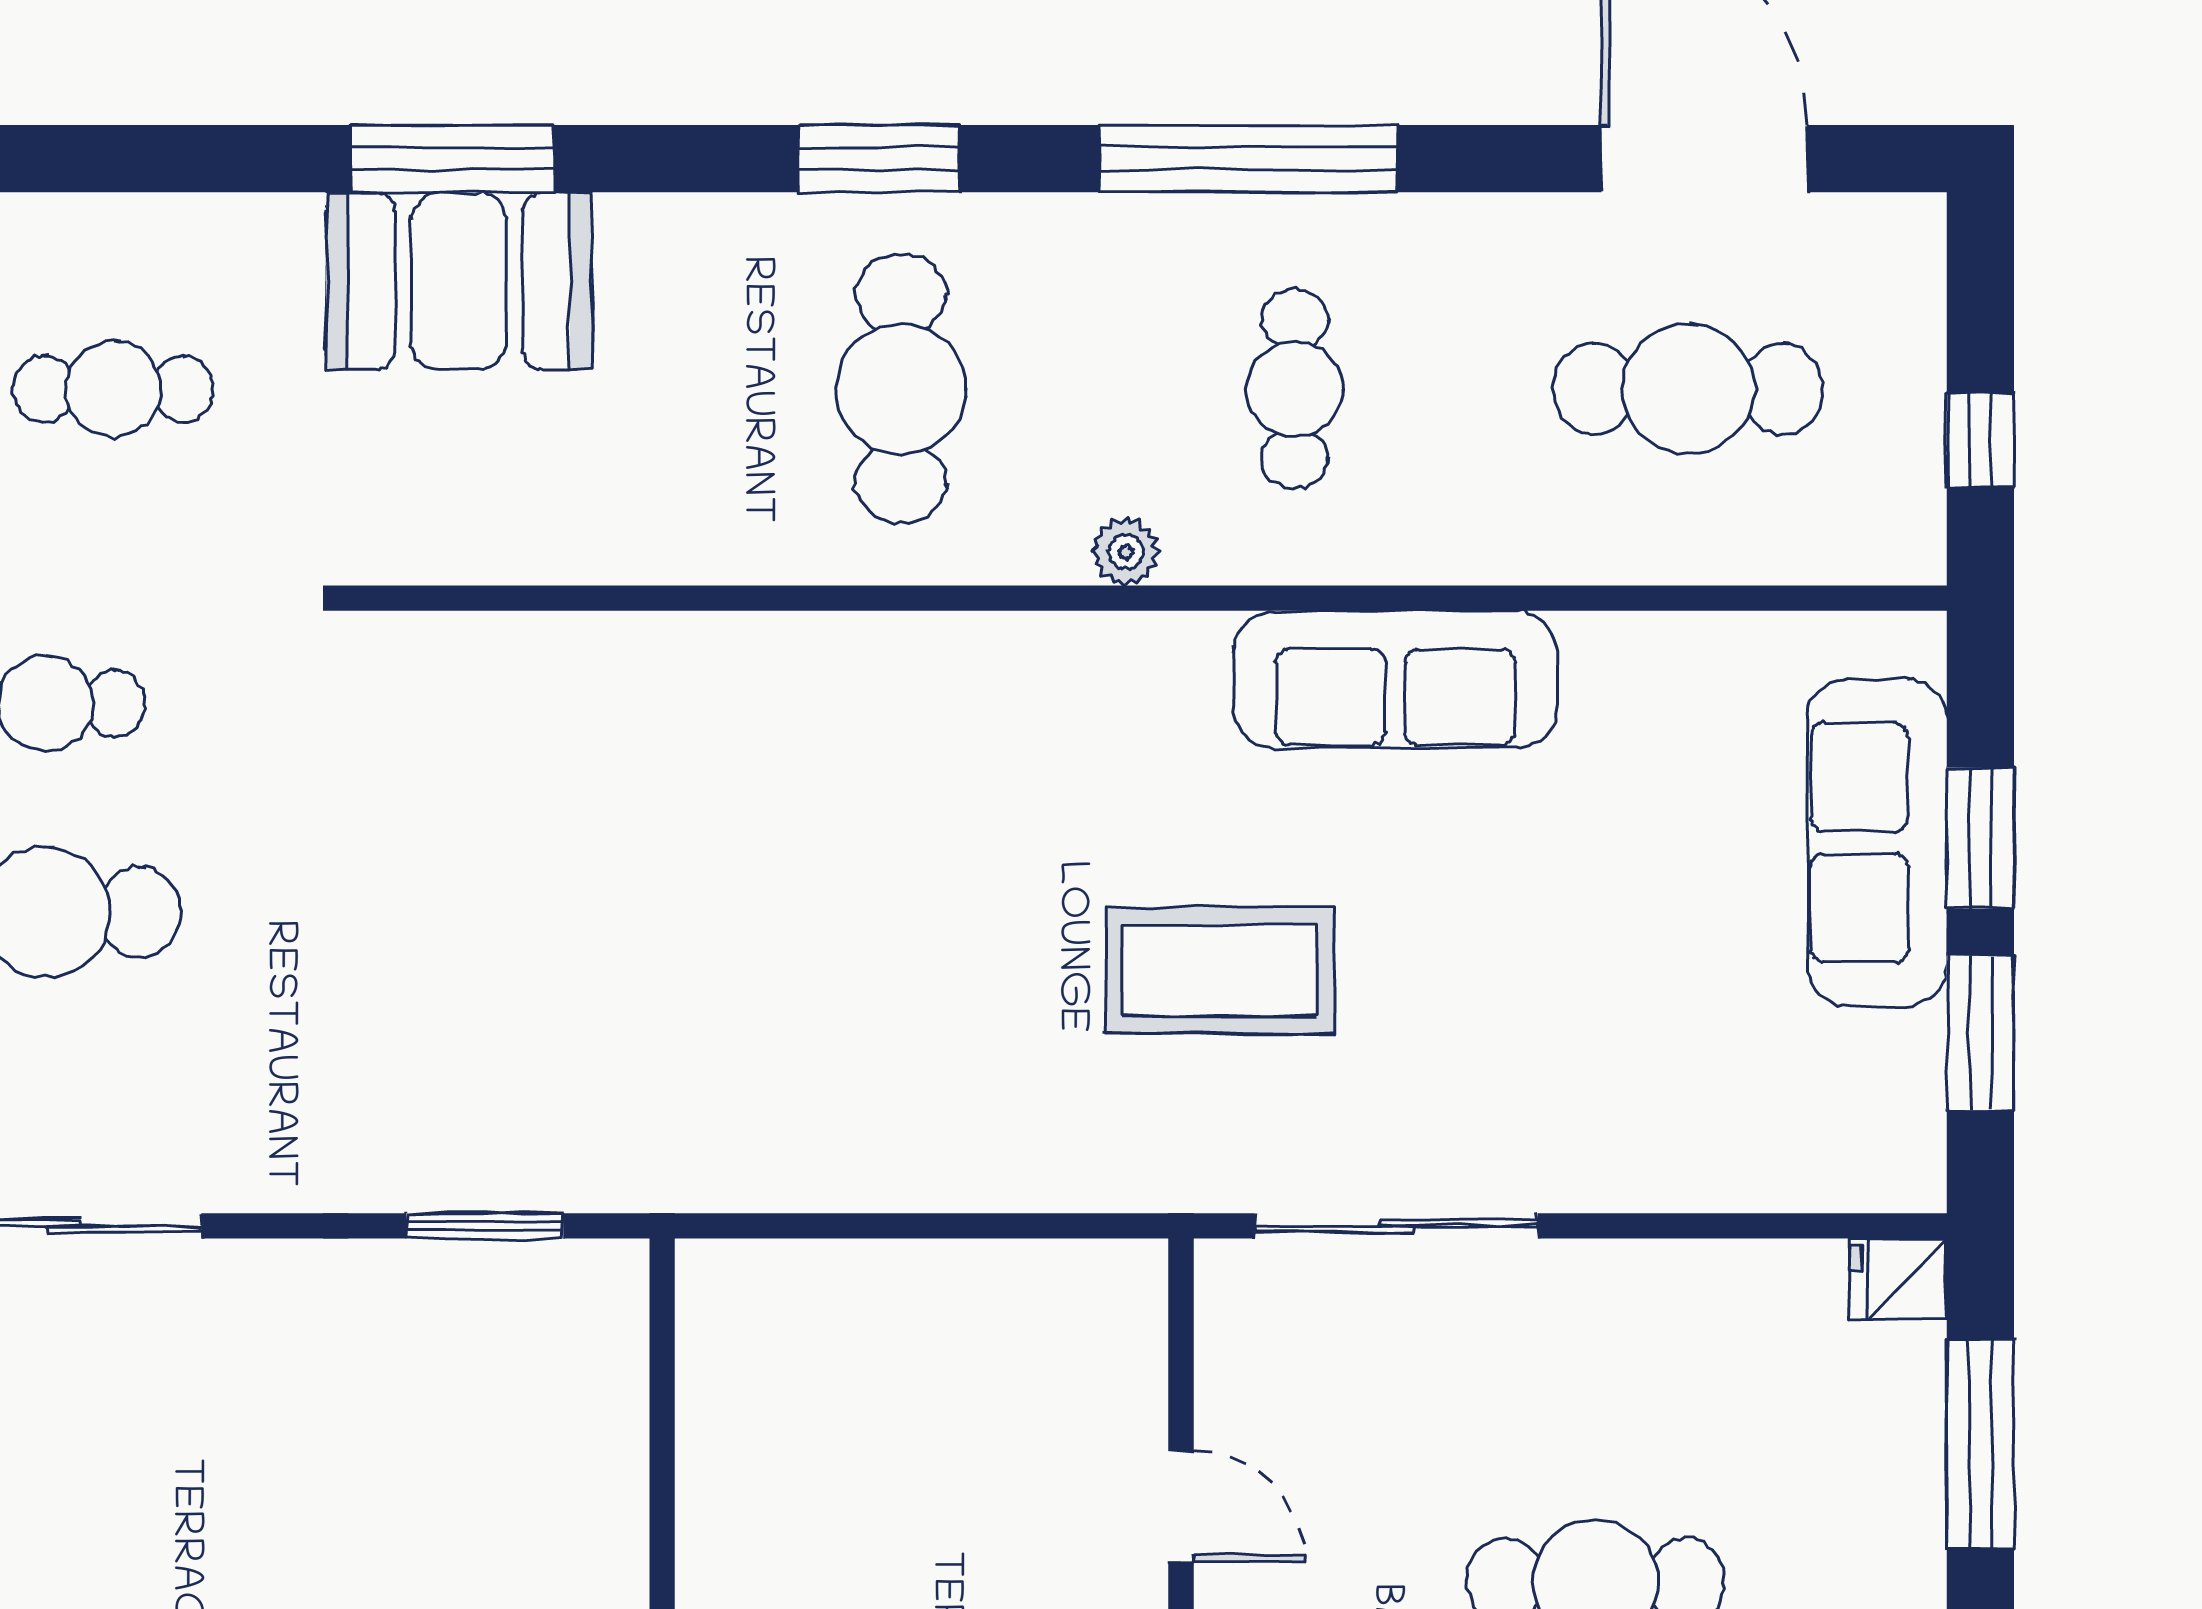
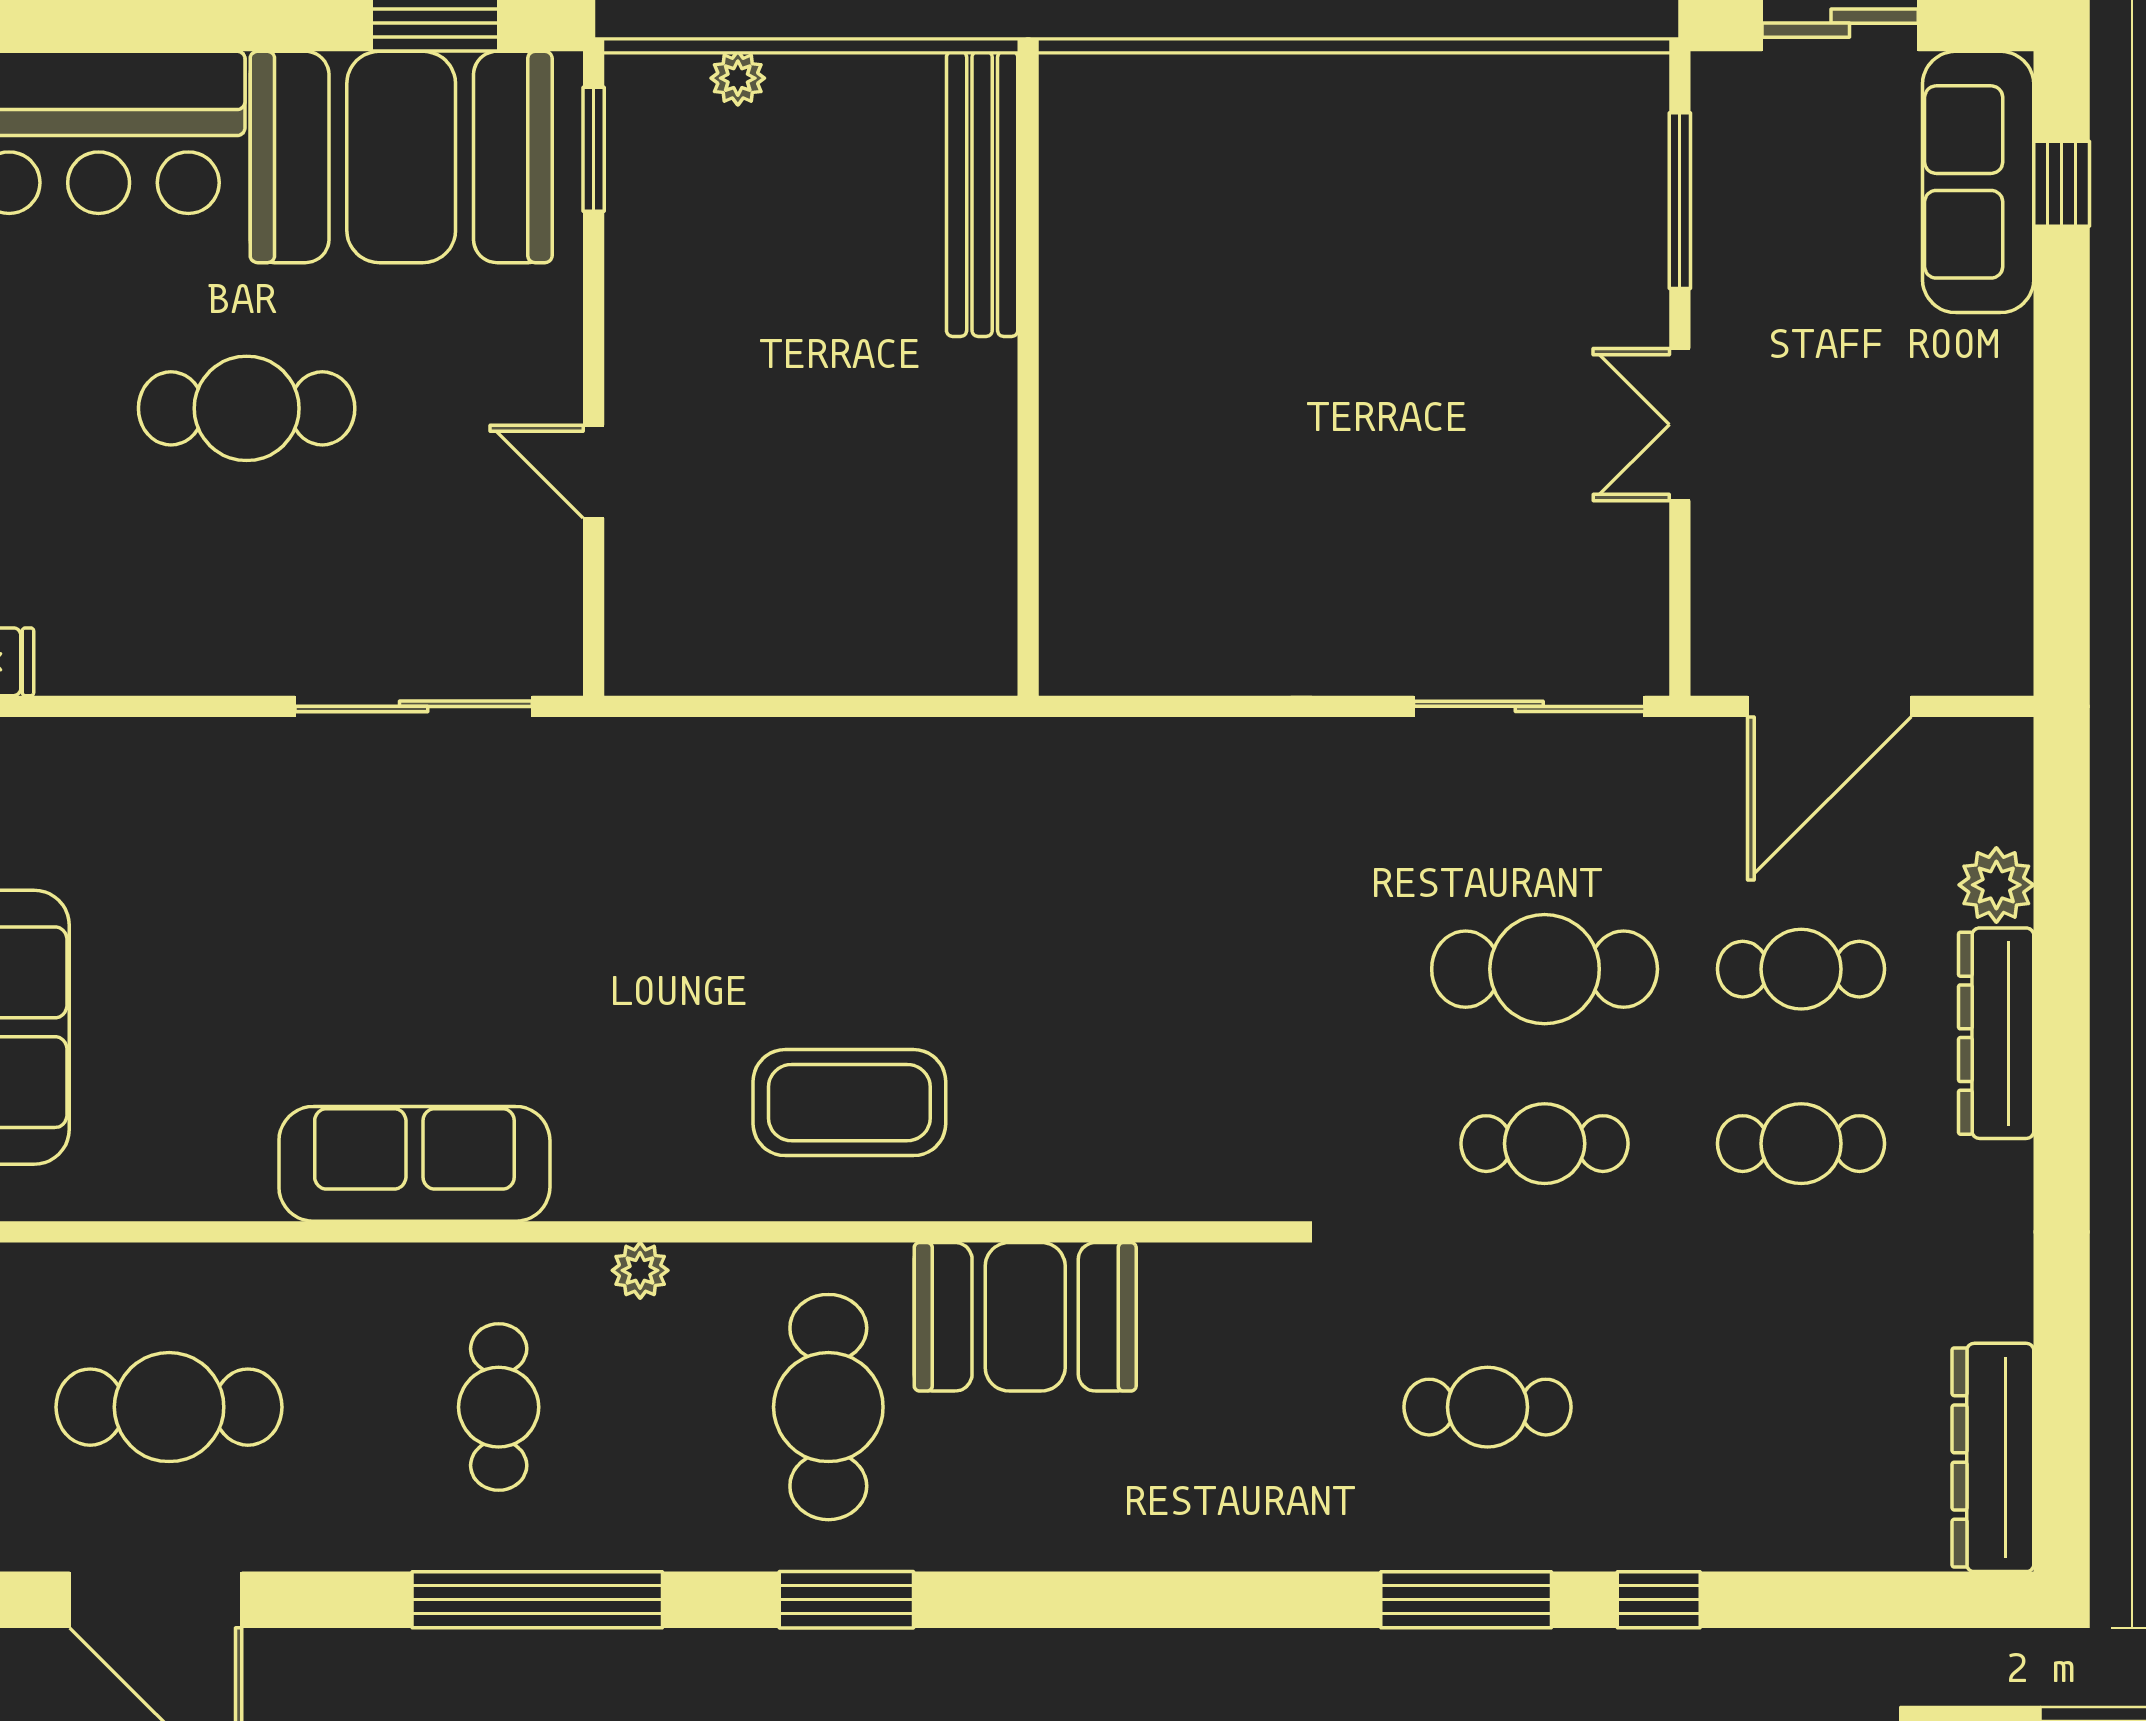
window: (452, 159) -> (1466, 1600), moved
booth: (459, 281) -> (1025, 1317), moved
coffee table: (1220, 970) -> (849, 1103), moved
window: (485, 1226) -> (1177, 706), removed

